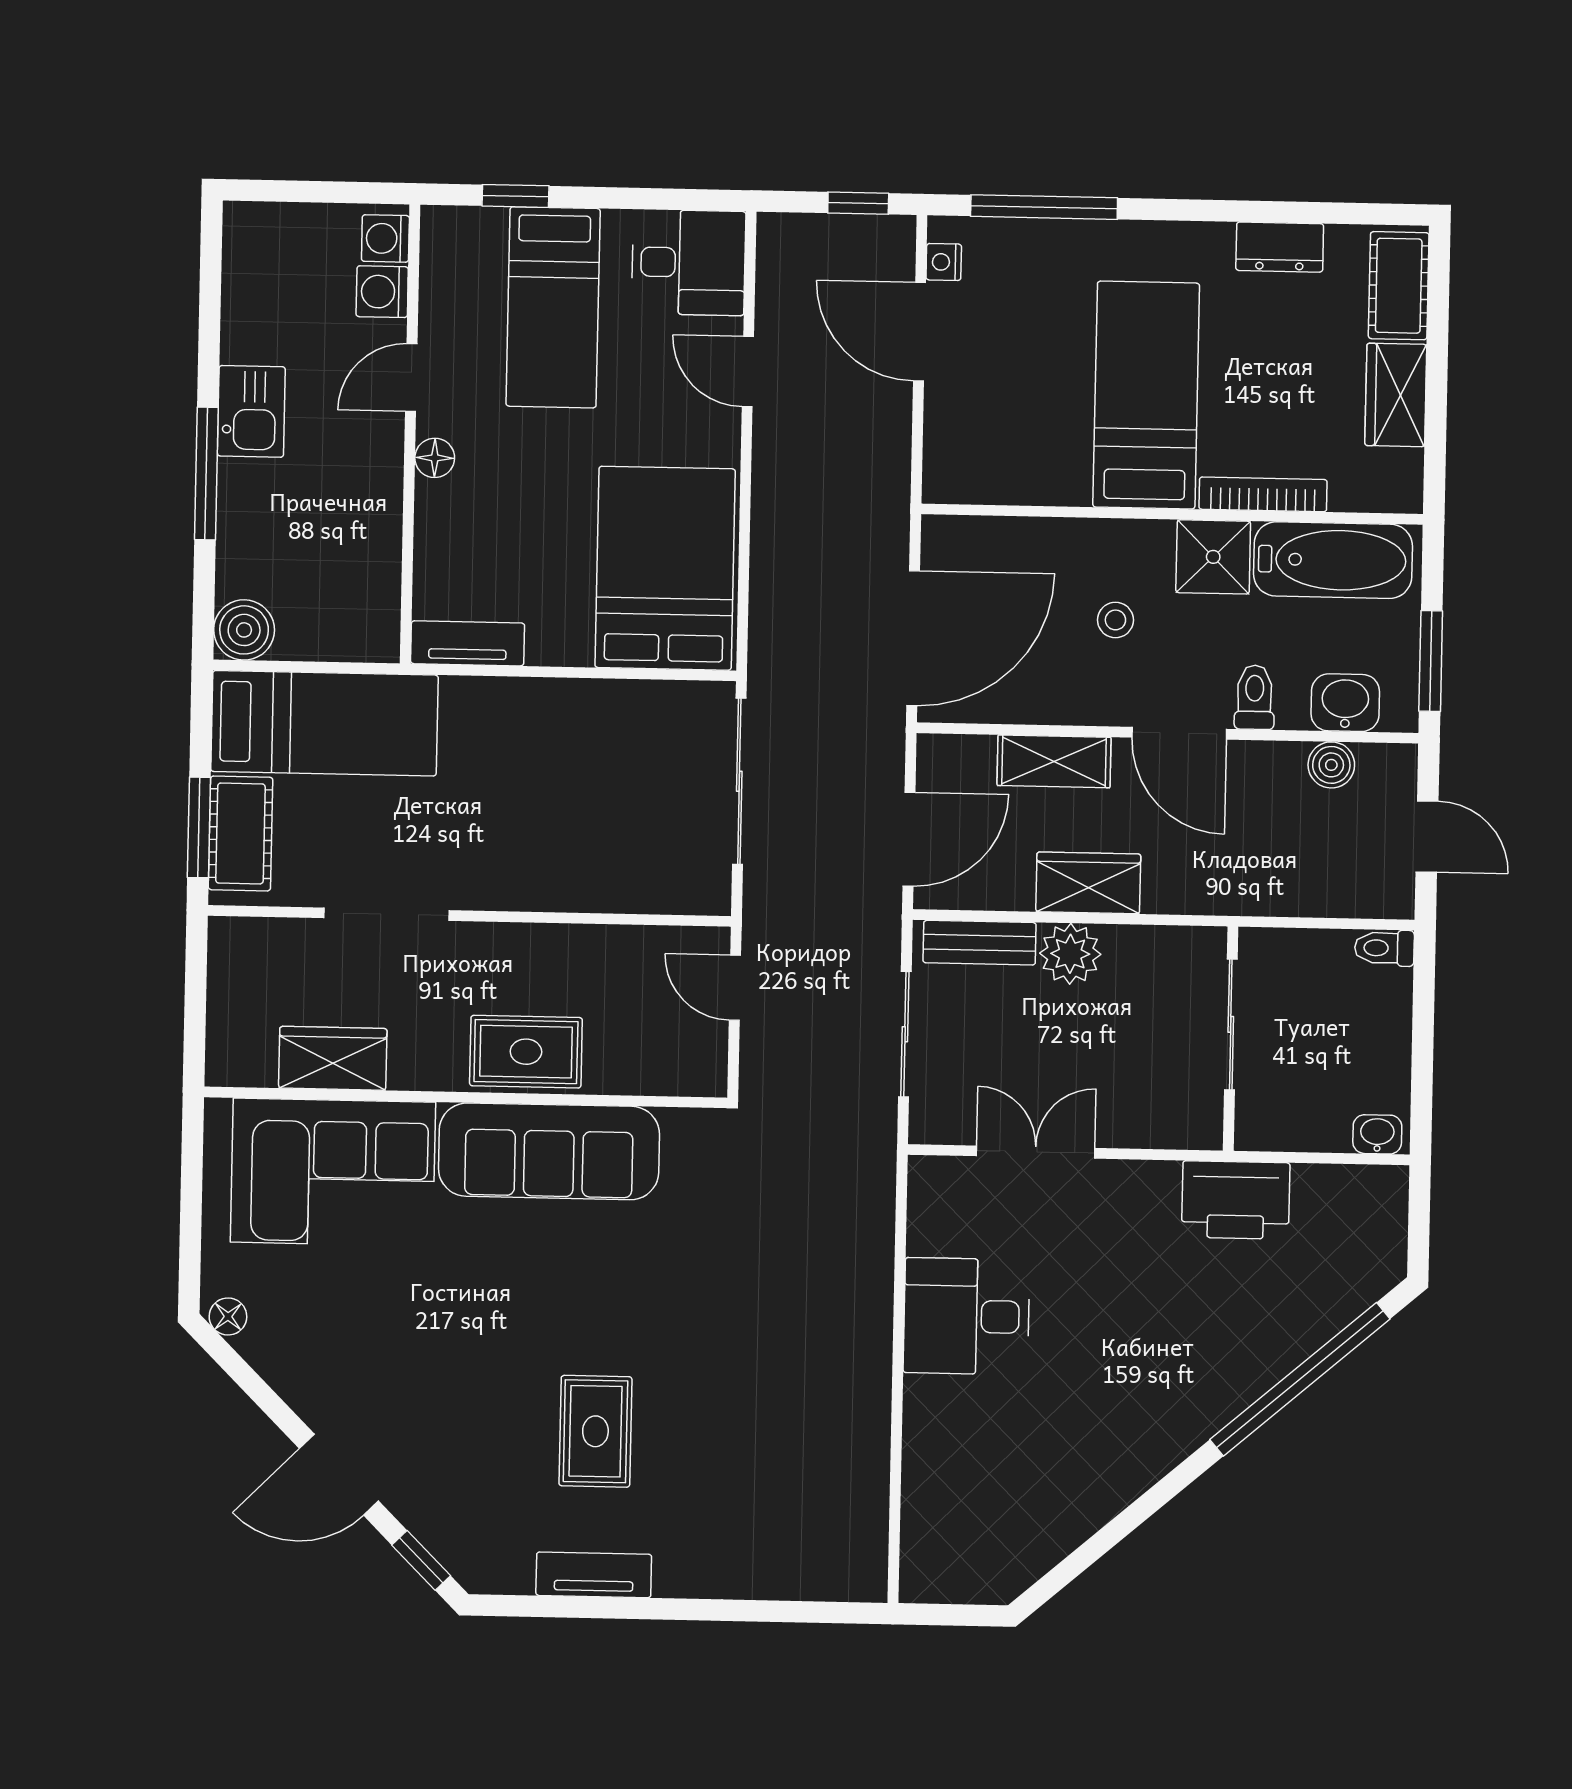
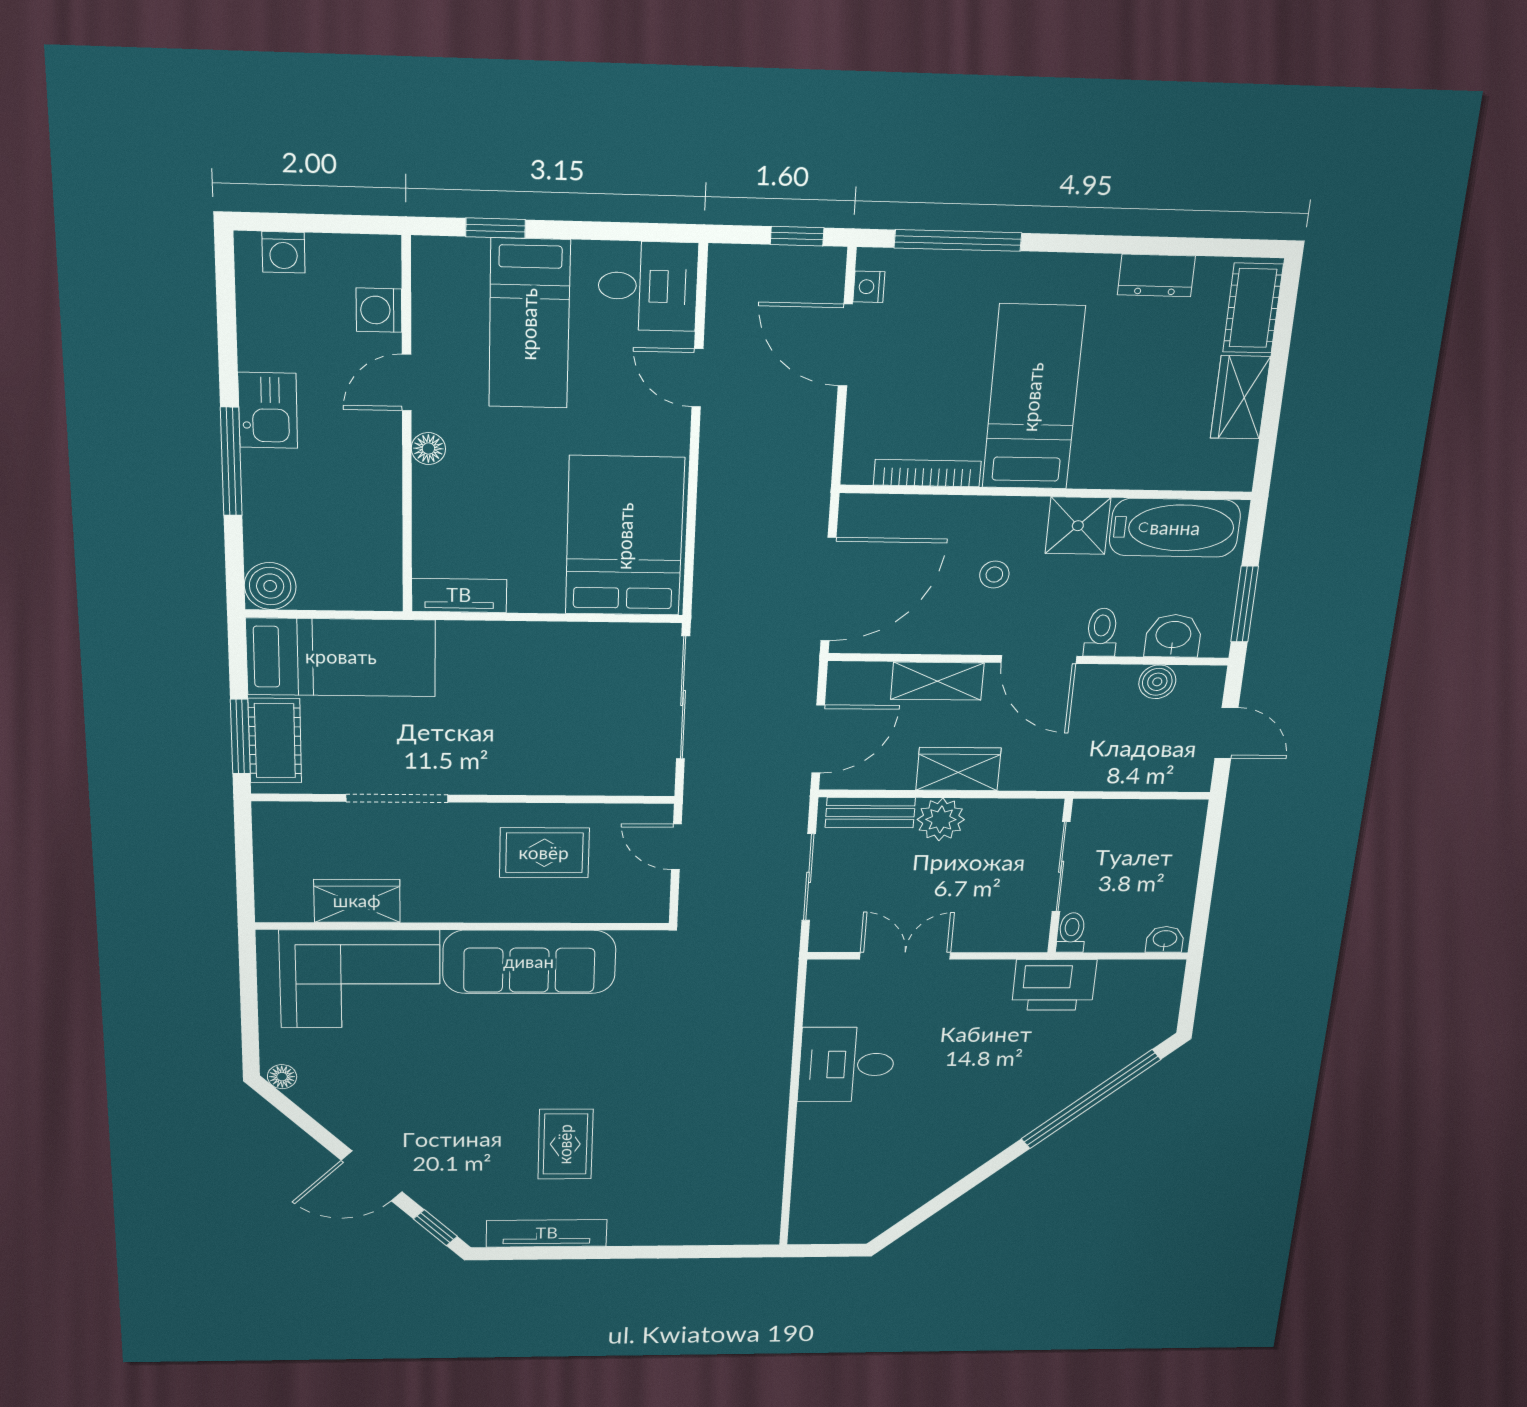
washing machine: (385, 238) -> (284, 252), moved, turned -90
bookcase: (1263, 494) -> (927, 473), moved
toilet: (1384, 948) -> (1071, 933), moved, turned 90
rug: (526, 1052) -> (544, 853), moved
tv unit: (594, 1575) -> (547, 1233), width x1.41

